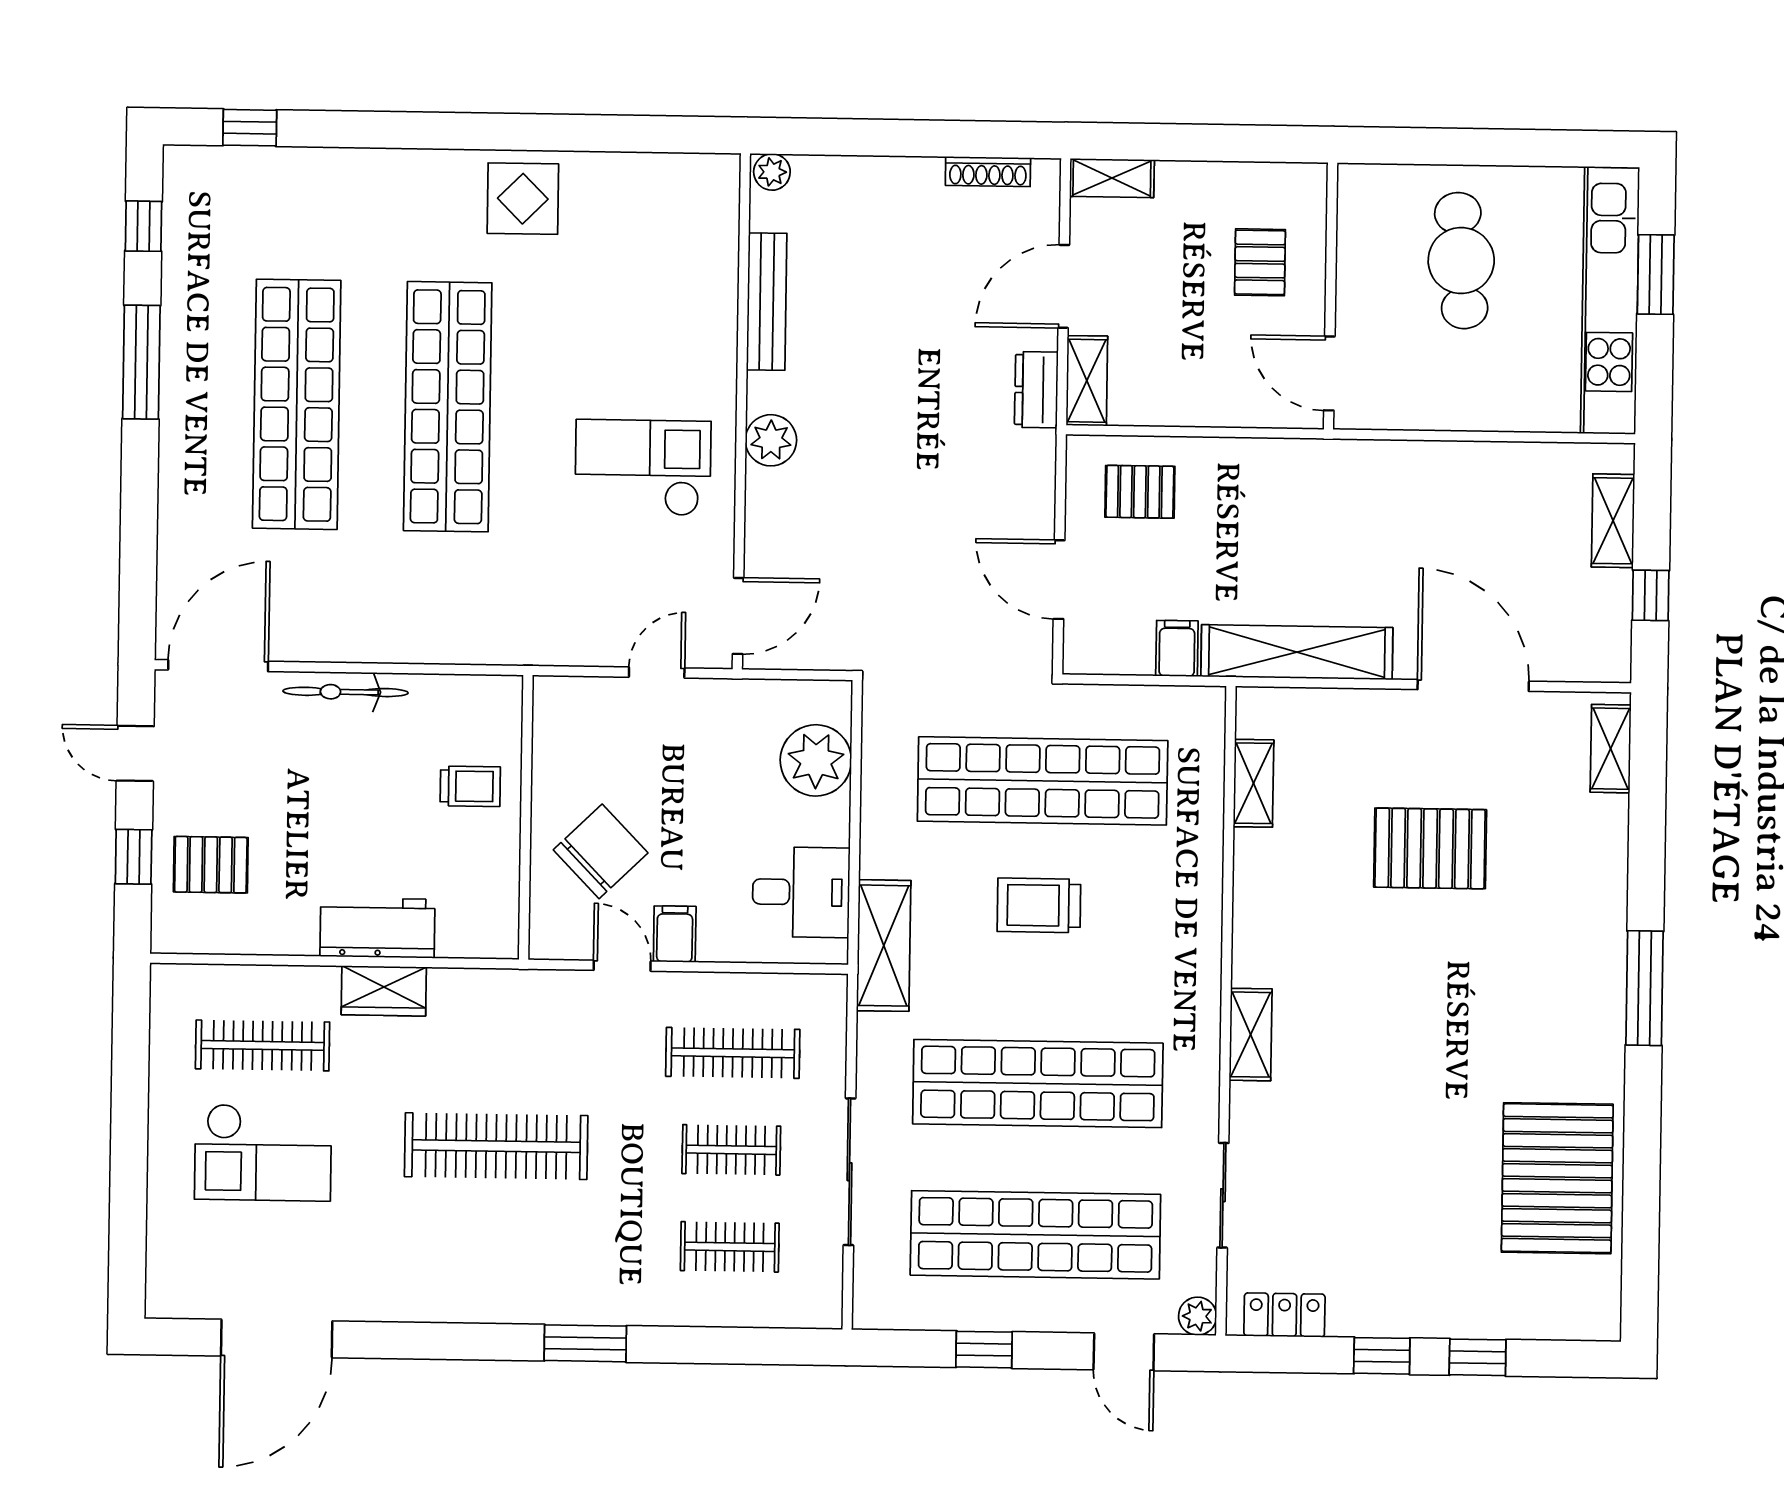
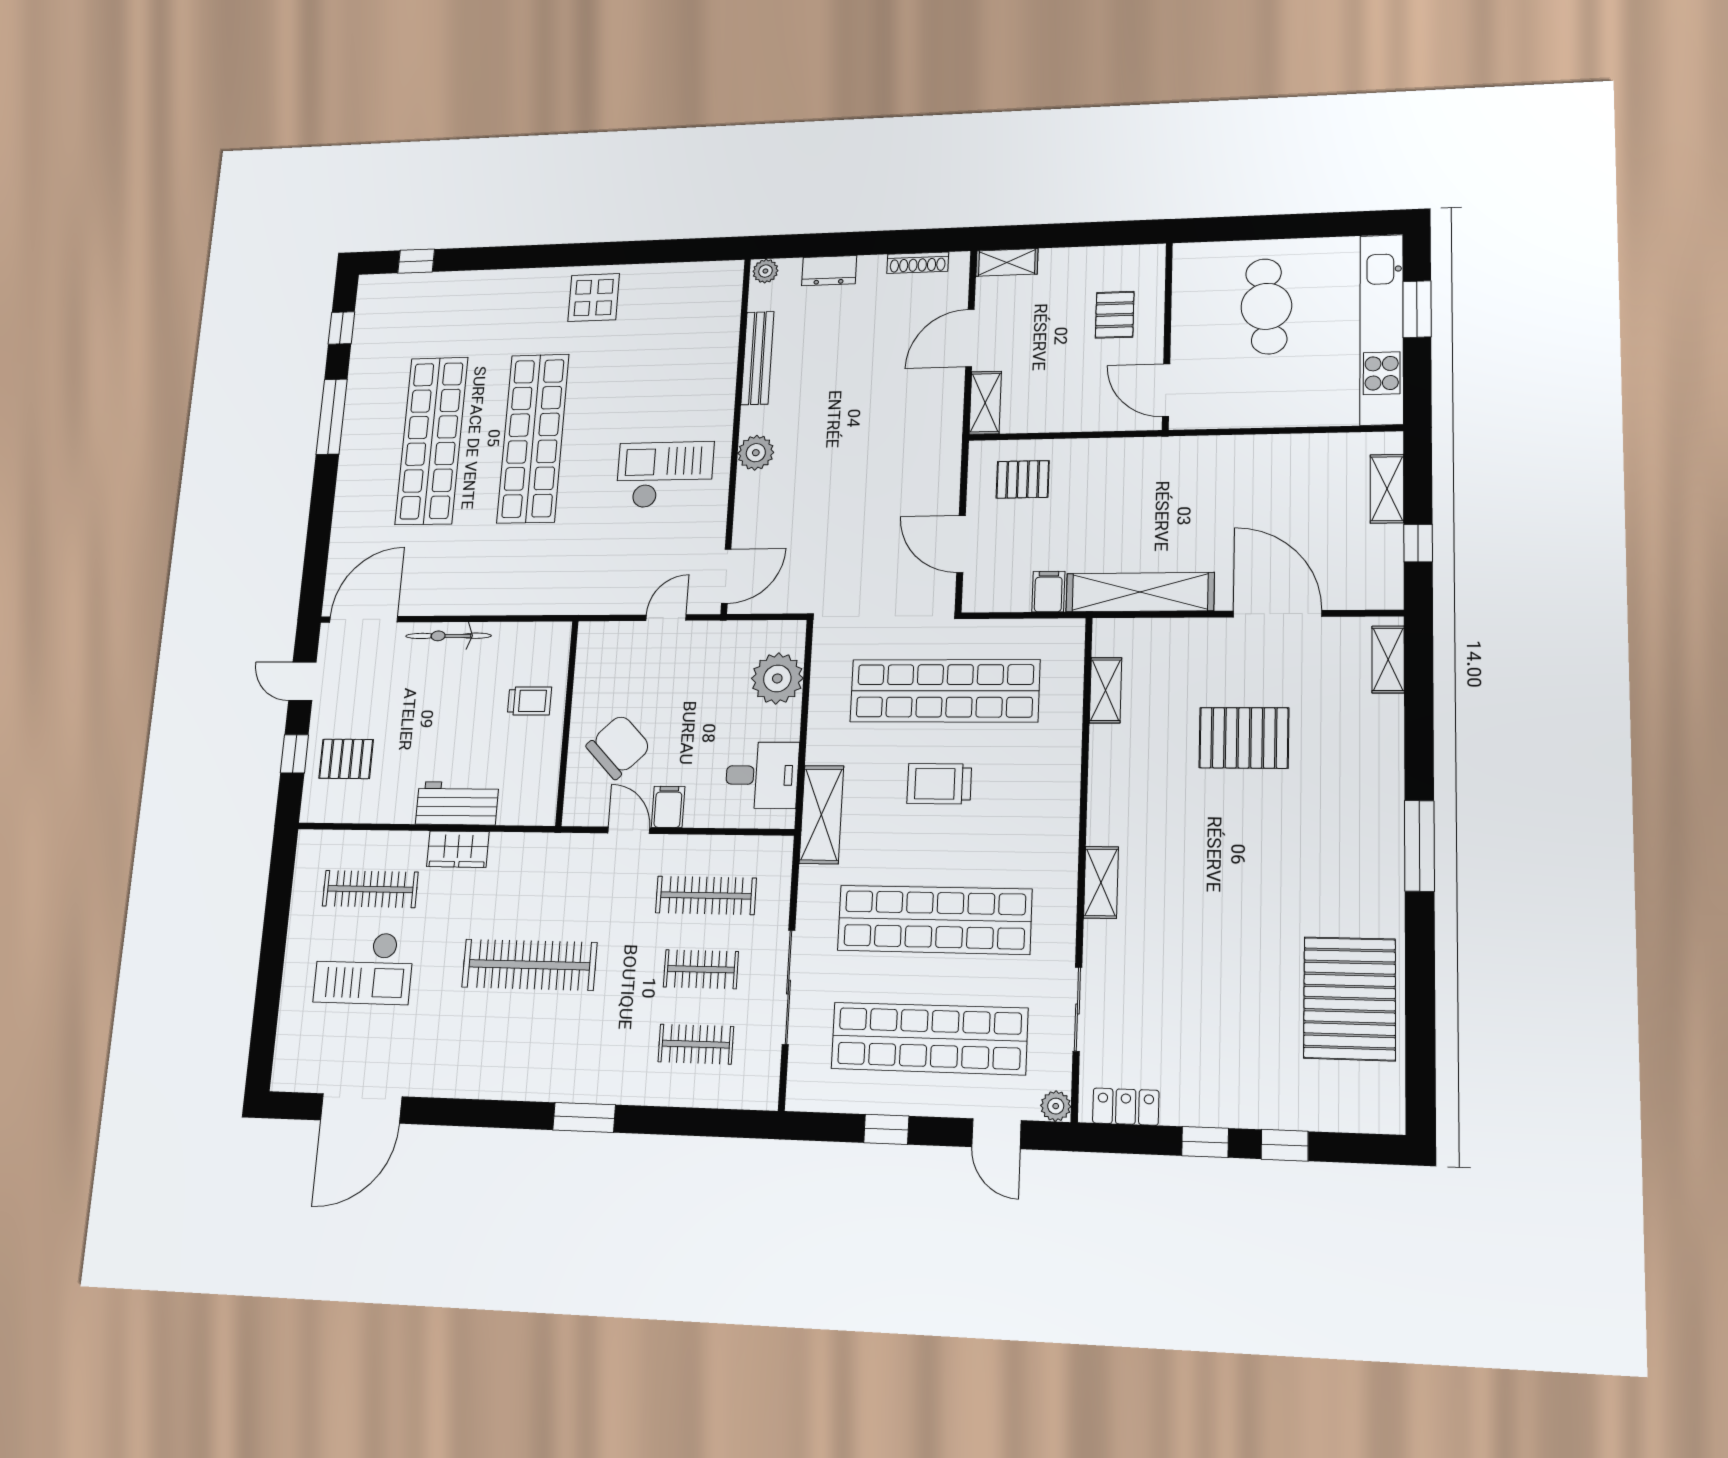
dresser: (1036, 390) -> (829, 271), moved, turned -90

